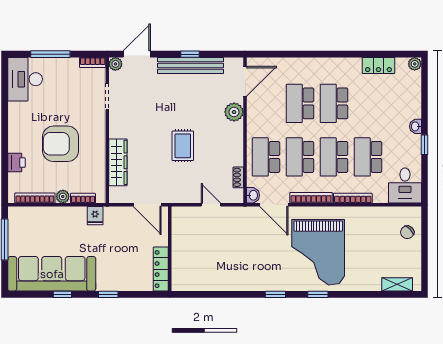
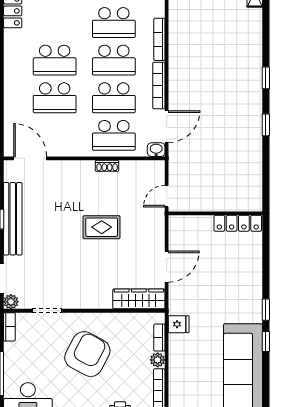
plant: (234, 112) -> (64, 171), removed
armchair: (61, 144) -> (87, 354), moved, turned -152
wardrobe: (118, 162) -> (139, 299), moved
shoe rack: (238, 177) -> (107, 166), moved
wall: (170, 249) -> (215, 213), moved
grand piano: (318, 252) -> (219, 78), removed
locker: (161, 269) -> (238, 223), moved
window: (62, 294) -> (266, 341), moved

